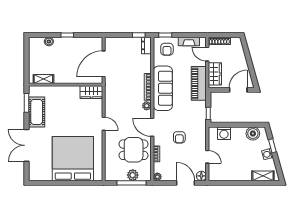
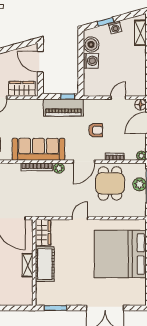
shelving: (43, 79) -> (28, 265), moved
piano: (199, 83) -> (63, 108), moved
cot: (37, 112) -> (45, 264), moved, turned 90
washing machine: (224, 133) -> (91, 61), moved

